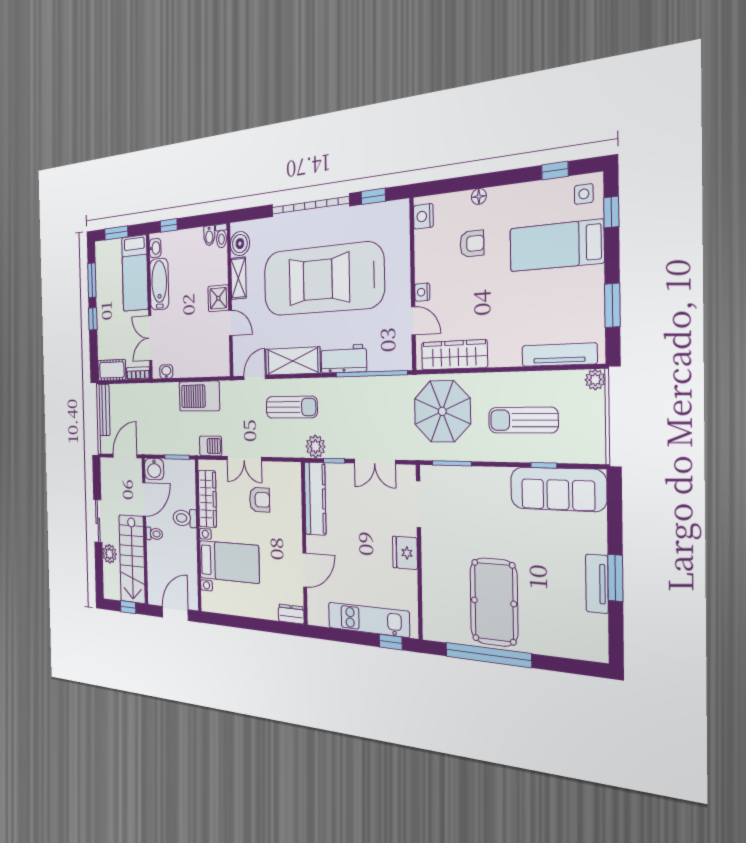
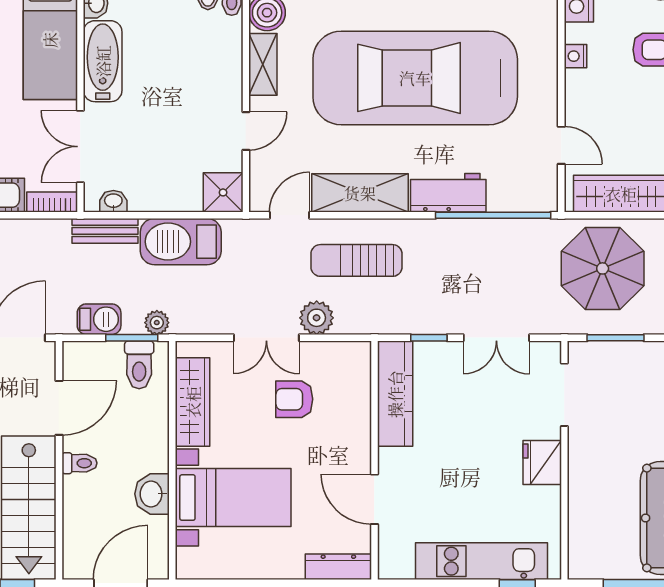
nightstand: (422, 292) -> (575, 56), moved
shower: (218, 298) -> (223, 192), moved
door: (231, 323) -> (246, 131), hinge flipped
bench: (163, 390) -> (105, 231), added
sun lounger: (292, 407) -> (356, 260), turned 180
barbecue: (211, 446) -> (99, 319), moved
plant: (315, 446) -> (317, 318), moved
plant: (189, 448) -> (157, 323), added
washbasin: (154, 469) -> (152, 494), moved, turned 90
armchair: (260, 500) -> (294, 399), turned 180
toilet: (185, 518) -> (139, 365), moved, turned -90
door: (305, 570) -> (374, 499), swing flipped
dresser: (291, 614) -> (338, 567), width x1.44

